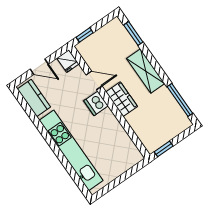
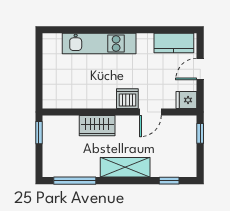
window: (133, 33) -> (169, 181), width x0.67
wardrobe: (122, 99) -> (97, 126), moved
kitchen unit: (71, 150) -> (99, 44), width x0.73

